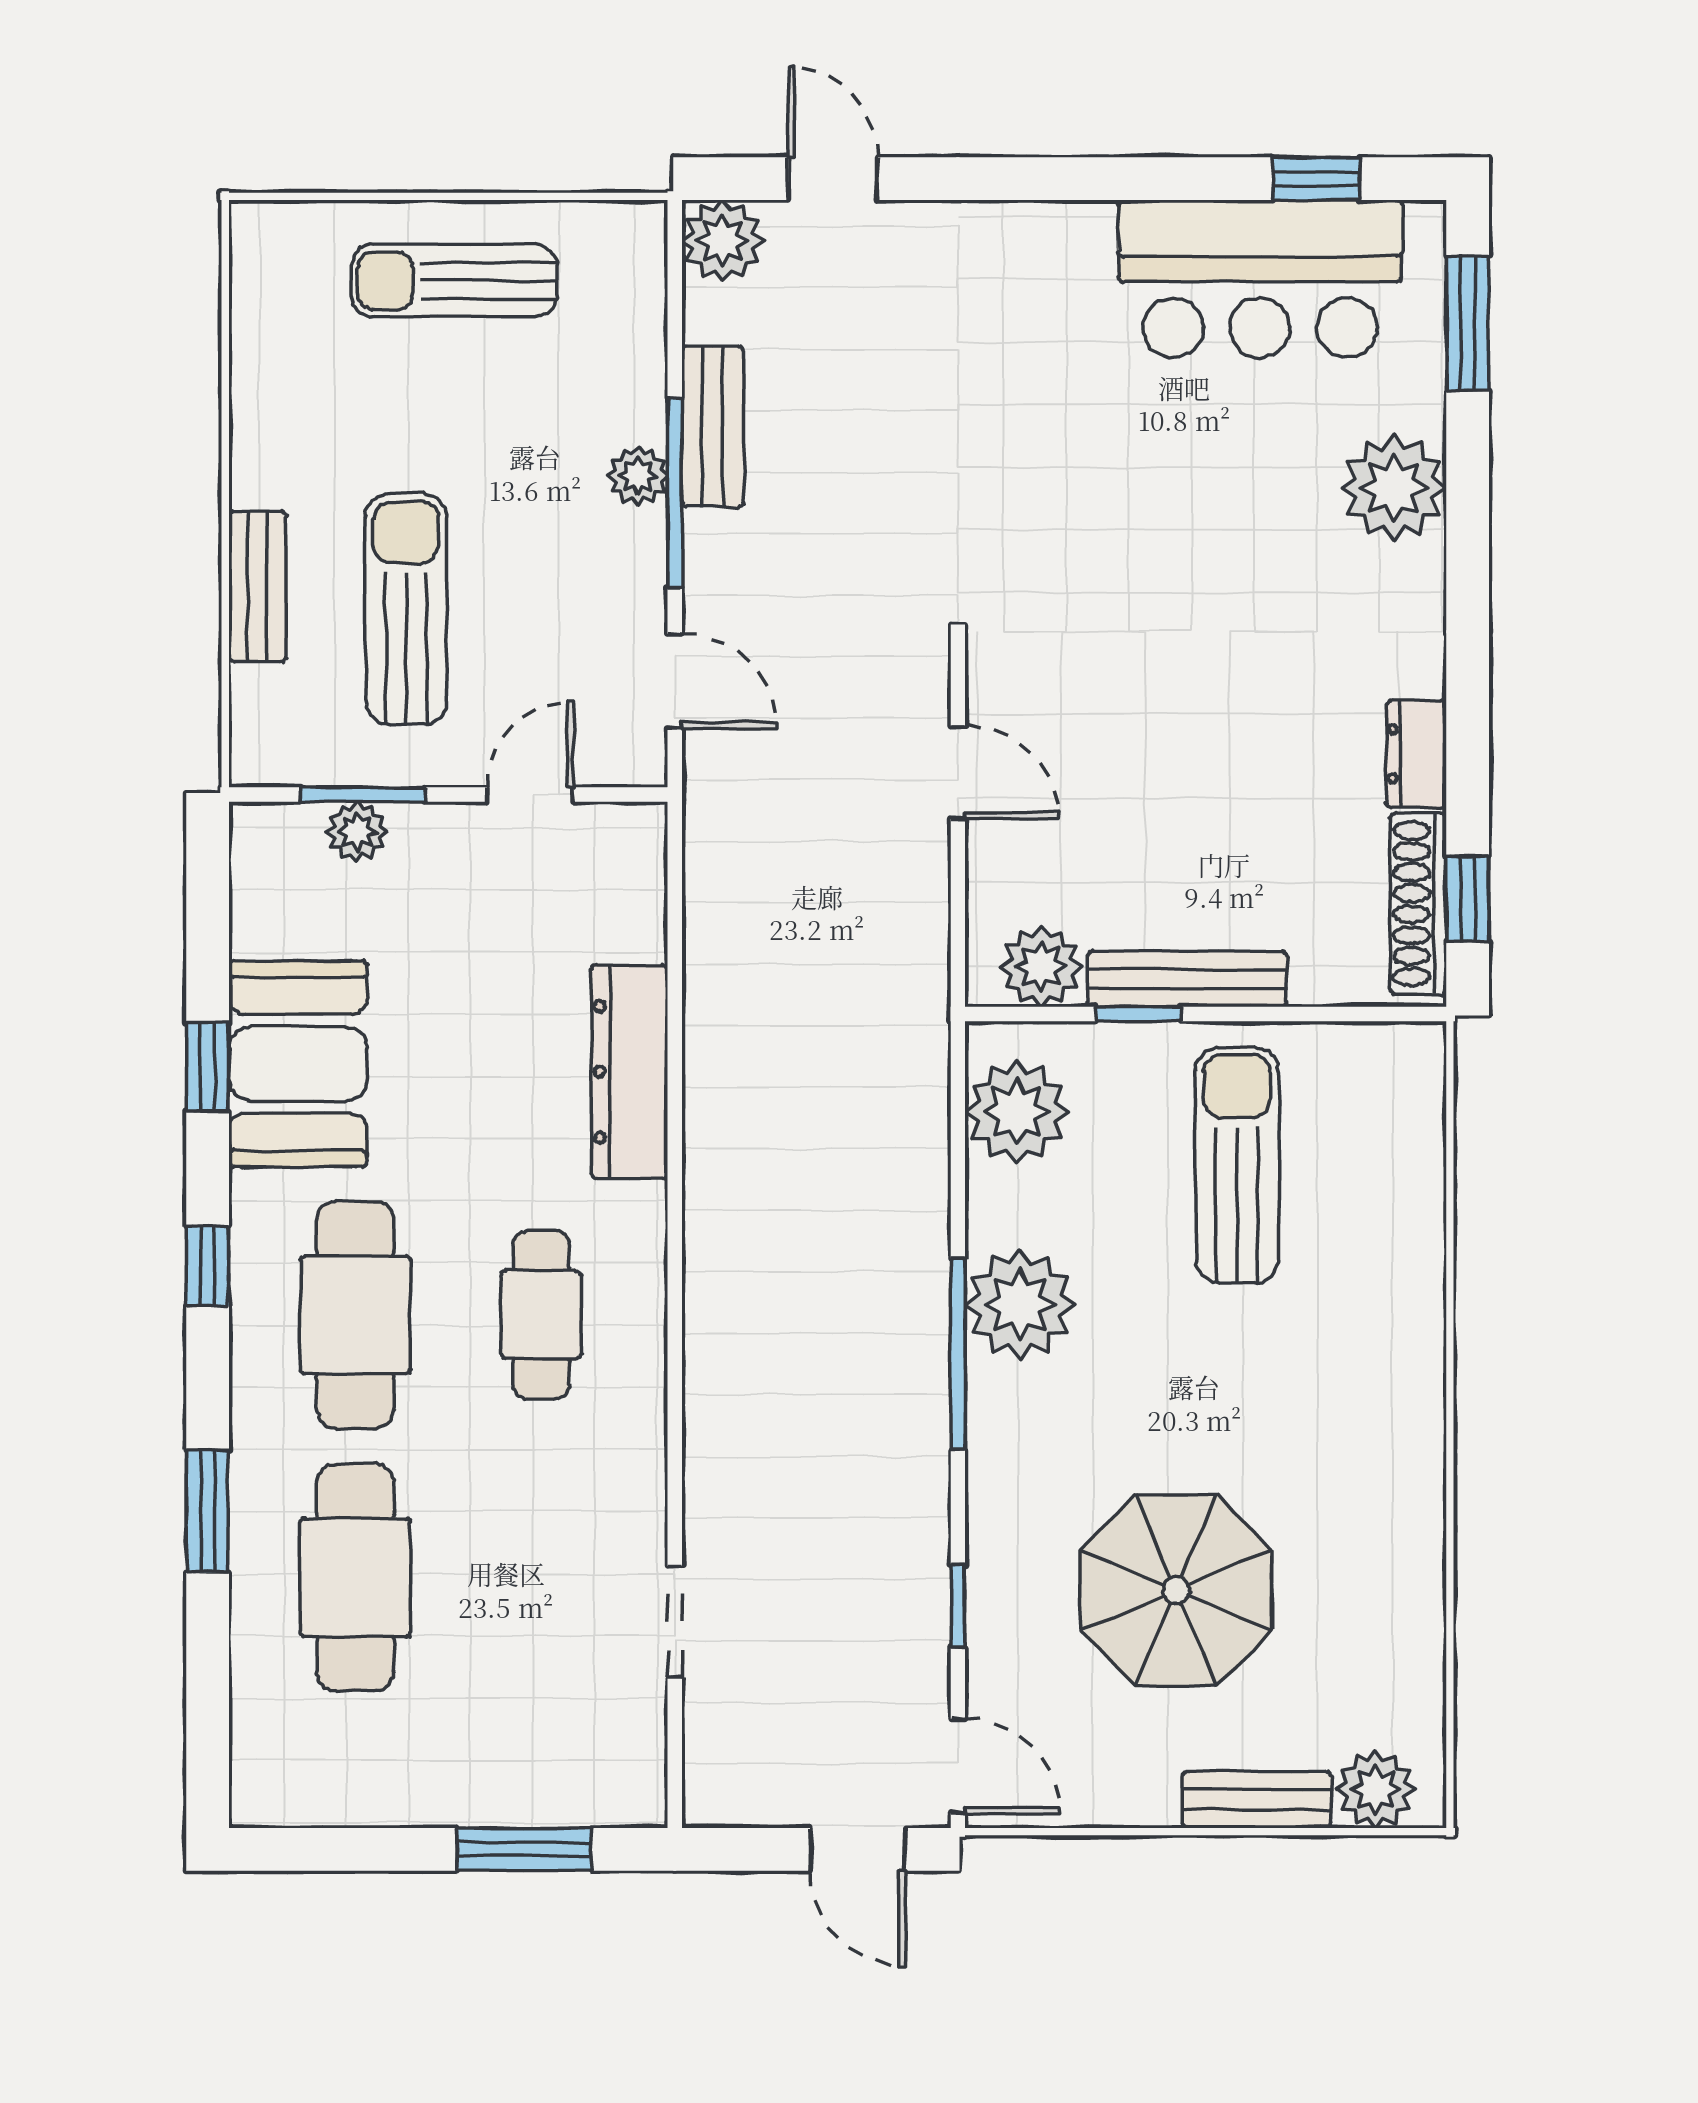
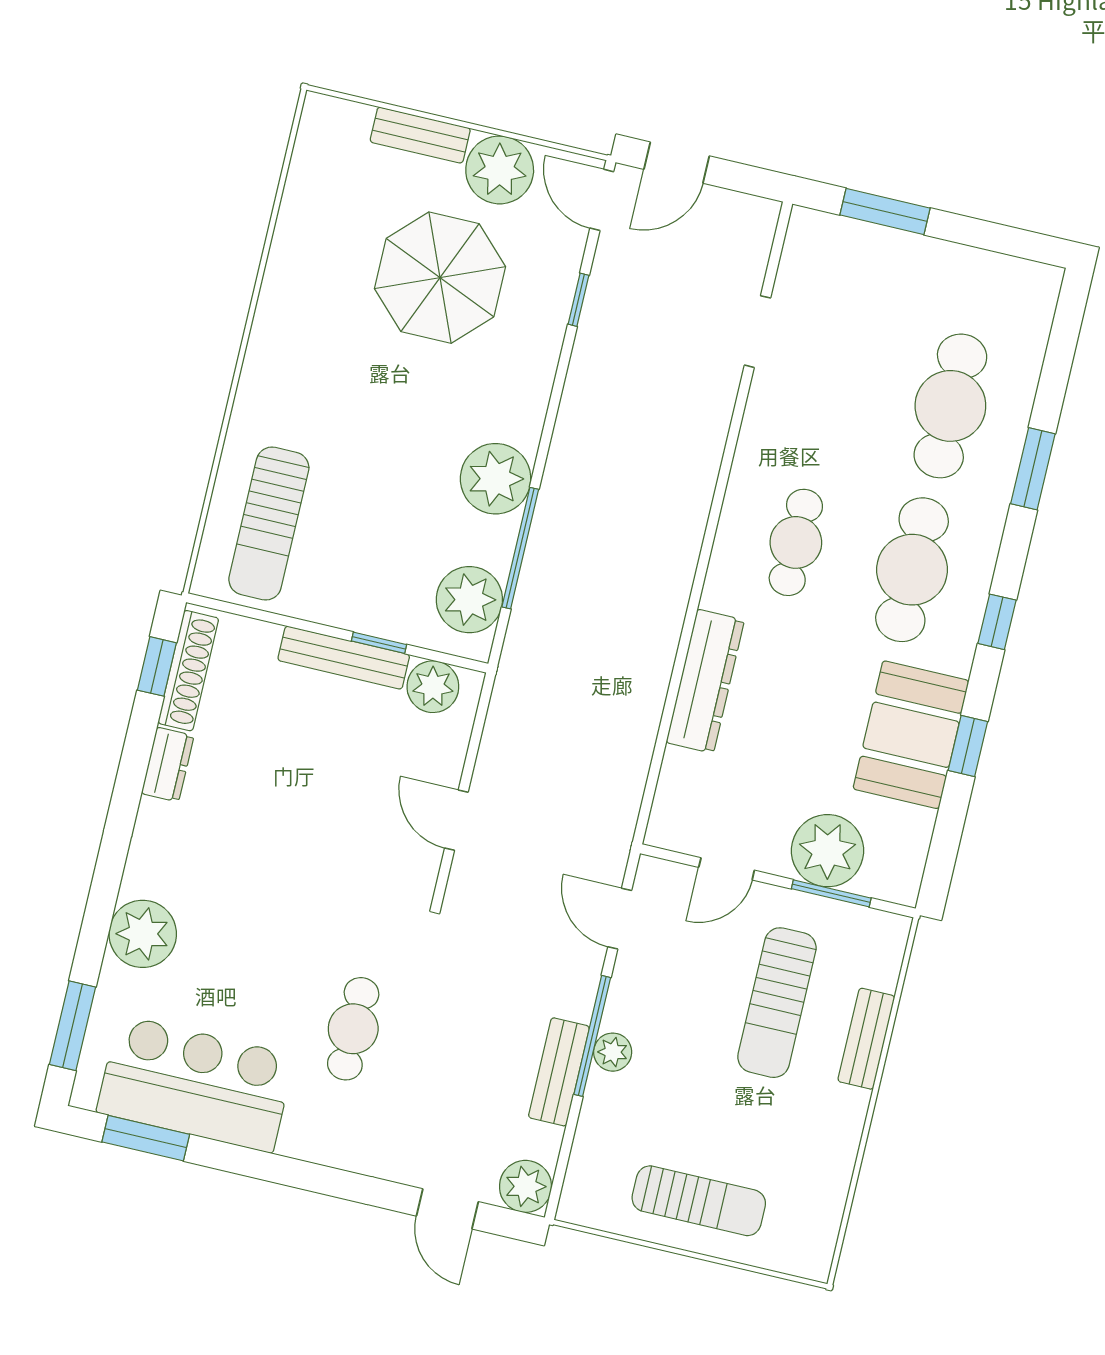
window: (1316, 179) -> (146, 1138), width x1.50
cafe table: (1040, 419) -> (353, 1029), added
plant: (357, 832) -> (827, 851), width x1.87, depth x1.87
sun lounger: (1237, 1165) -> (269, 523), moved
window: (958, 1354) -> (520, 548), moved
plant: (1376, 1789) -> (500, 170), moved, width x1.36, depth x1.36
door: (858, 1849) -> (677, 163), swing flipped

